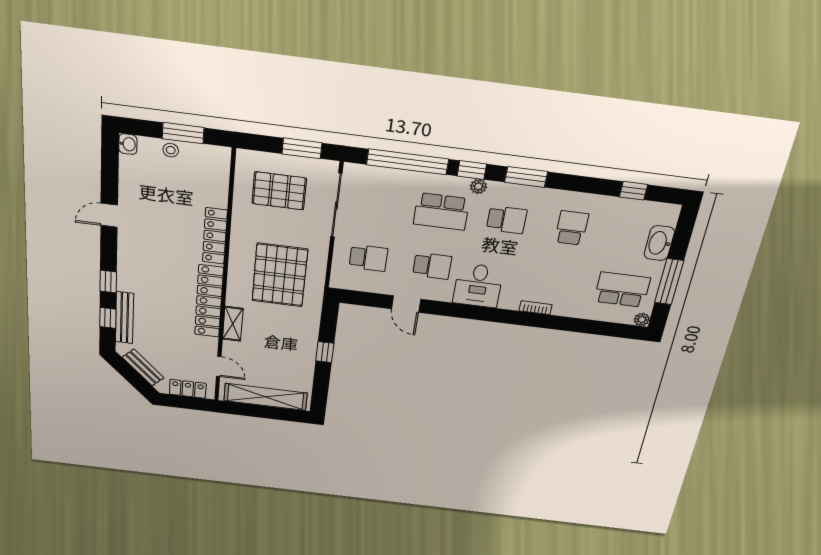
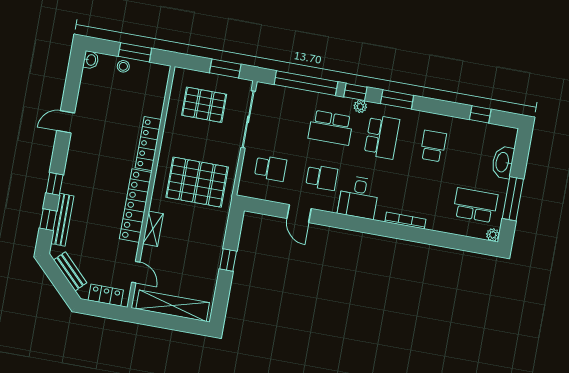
school desk: (507, 220) -> (382, 137), width x1.85
pallet: (280, 275) -> (197, 182), turned 90
bookcase: (535, 308) -> (405, 221), width x1.56

